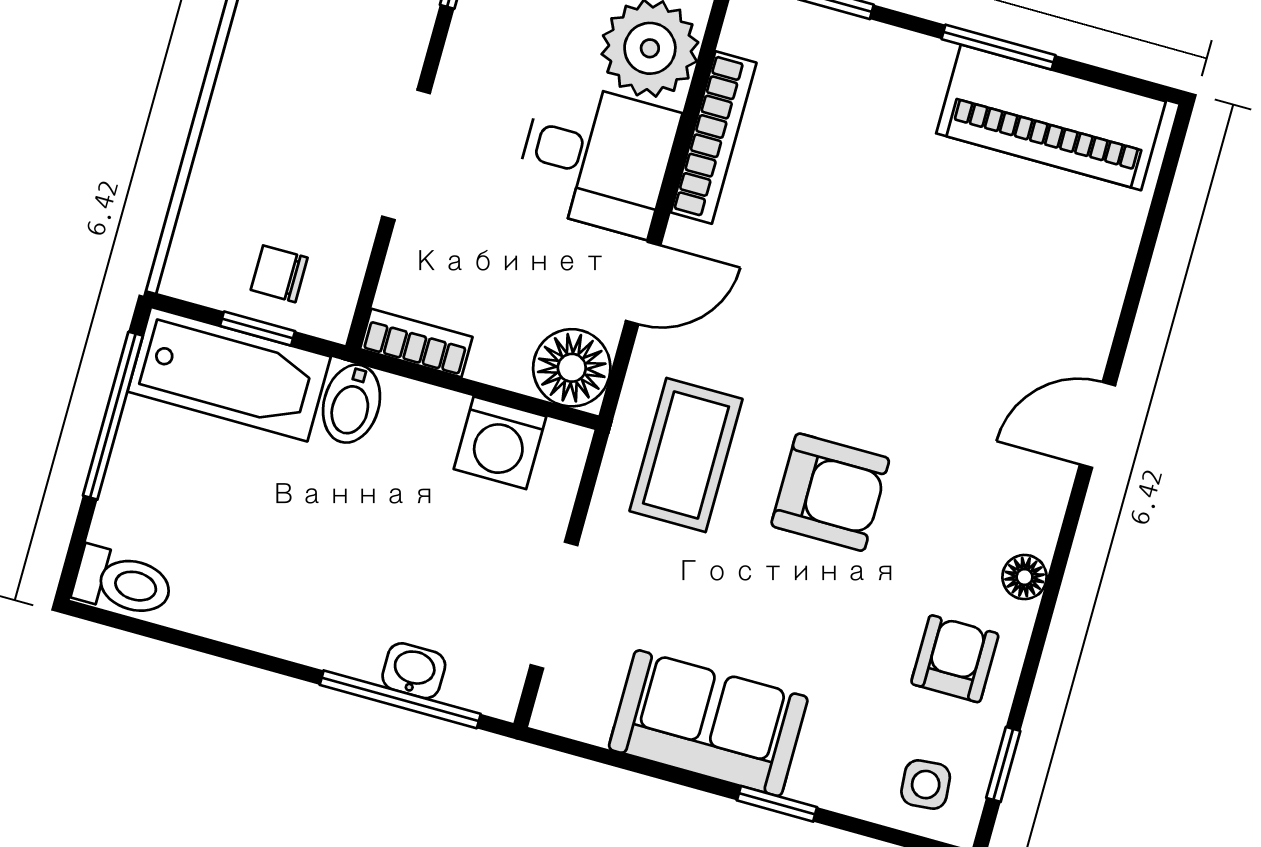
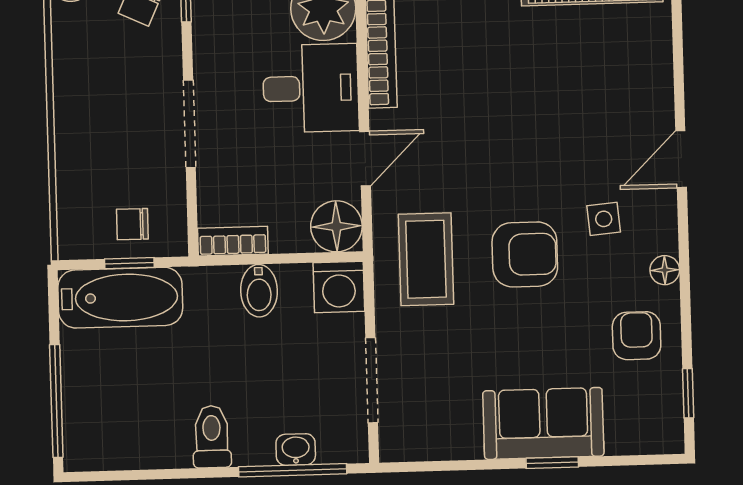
bidet: (351, 404) -> (259, 291), moved
window: (113, 416) -> (56, 401), moved
washing machine: (500, 443) -> (339, 287), moved
toilet: (123, 583) -> (212, 437), moved, turned -90
sofa: (708, 723) -> (543, 423), moved
side table: (926, 785) -> (604, 219), moved

